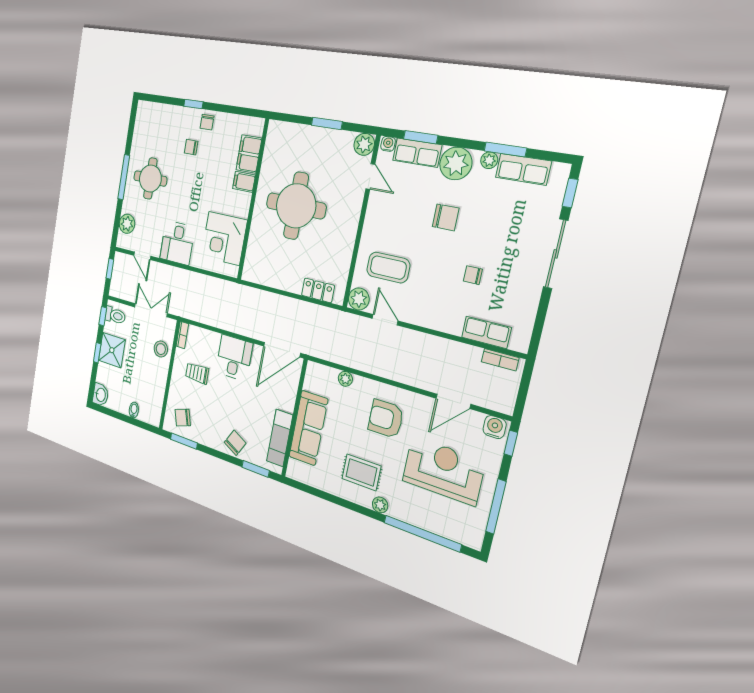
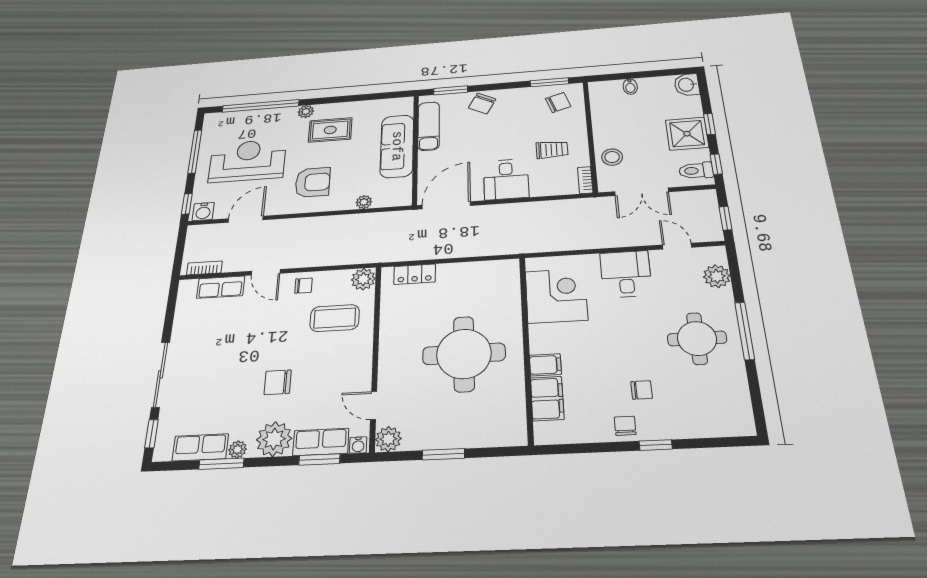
chair: (473, 275) -> (303, 286), moved
door: (385, 320) -> (266, 272), moved
reception desk: (443, 471) -> (247, 161), turned 180

